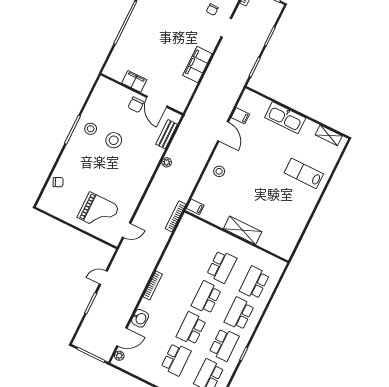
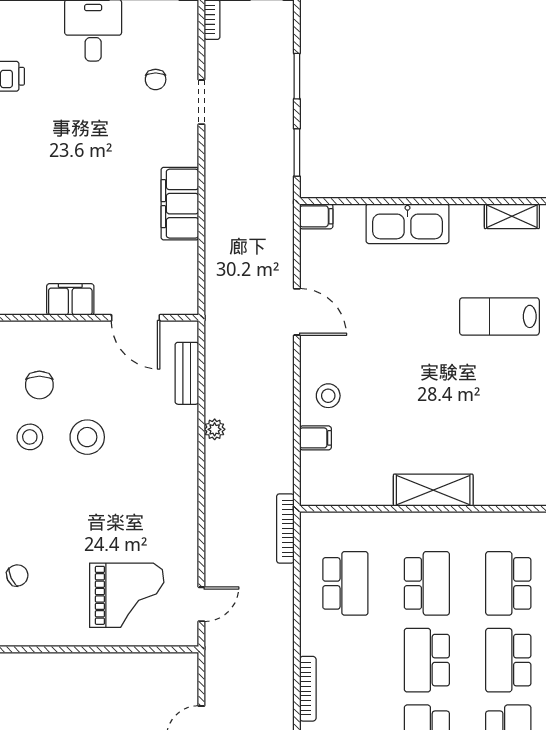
chair: (136, 105) -> (39, 385), moved
filing cabinet: (240, 116) -> (316, 216), moved
filing cabinet: (195, 207) -> (315, 438), moved
school desk: (189, 250) -> (345, 583), added

